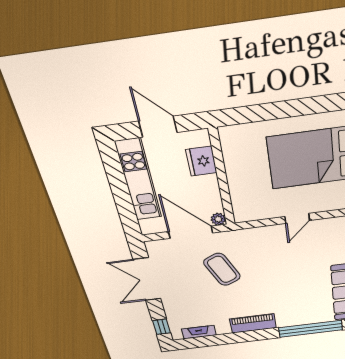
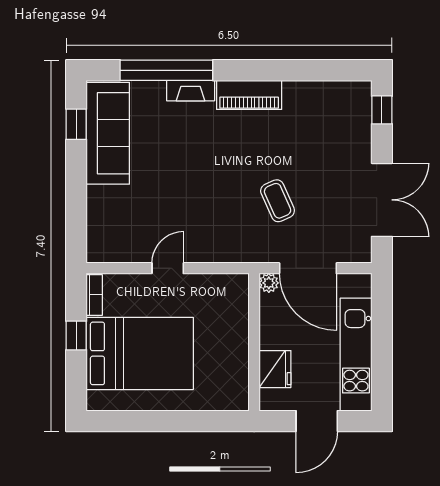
door: (158, 127) -> (317, 421), hinge flipped
coffee table: (222, 269) -> (278, 201), width x0.73, depth x0.77
fireplace: (199, 332) -> (191, 91), moved

